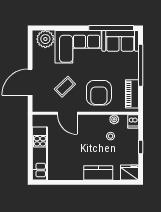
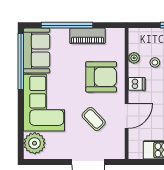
piano: (132, 94) -> (87, 36), moved
dishwasher: (133, 121) -> (137, 84), moved

